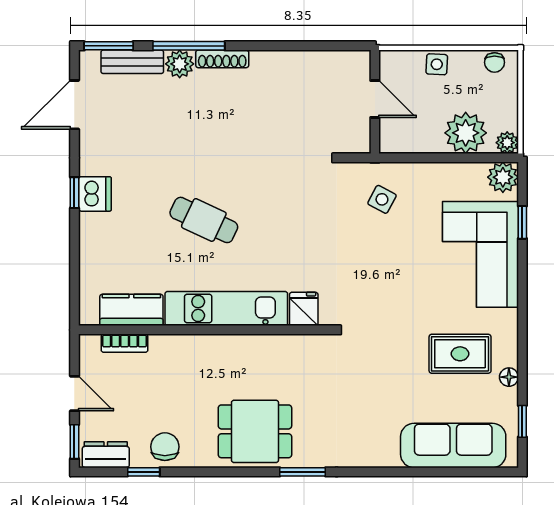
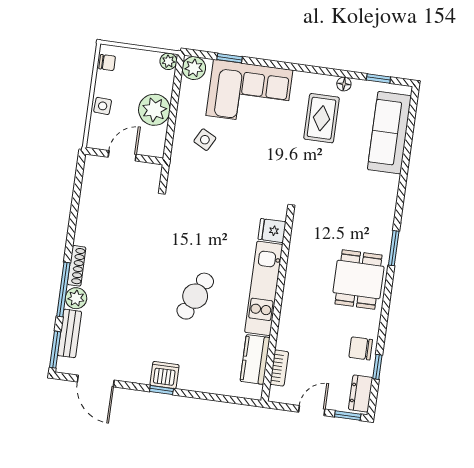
plant: (466, 133) -> (154, 110), moved
side table: (382, 199) -> (205, 140), moved

